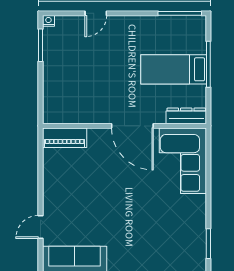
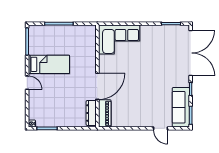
door: (96, 13) -> (27, 83), moved
bed: (174, 69) -> (49, 64), moved, turned -90
dresser: (186, 116) -> (91, 113), moved
door: (132, 126) -> (97, 86), moved

